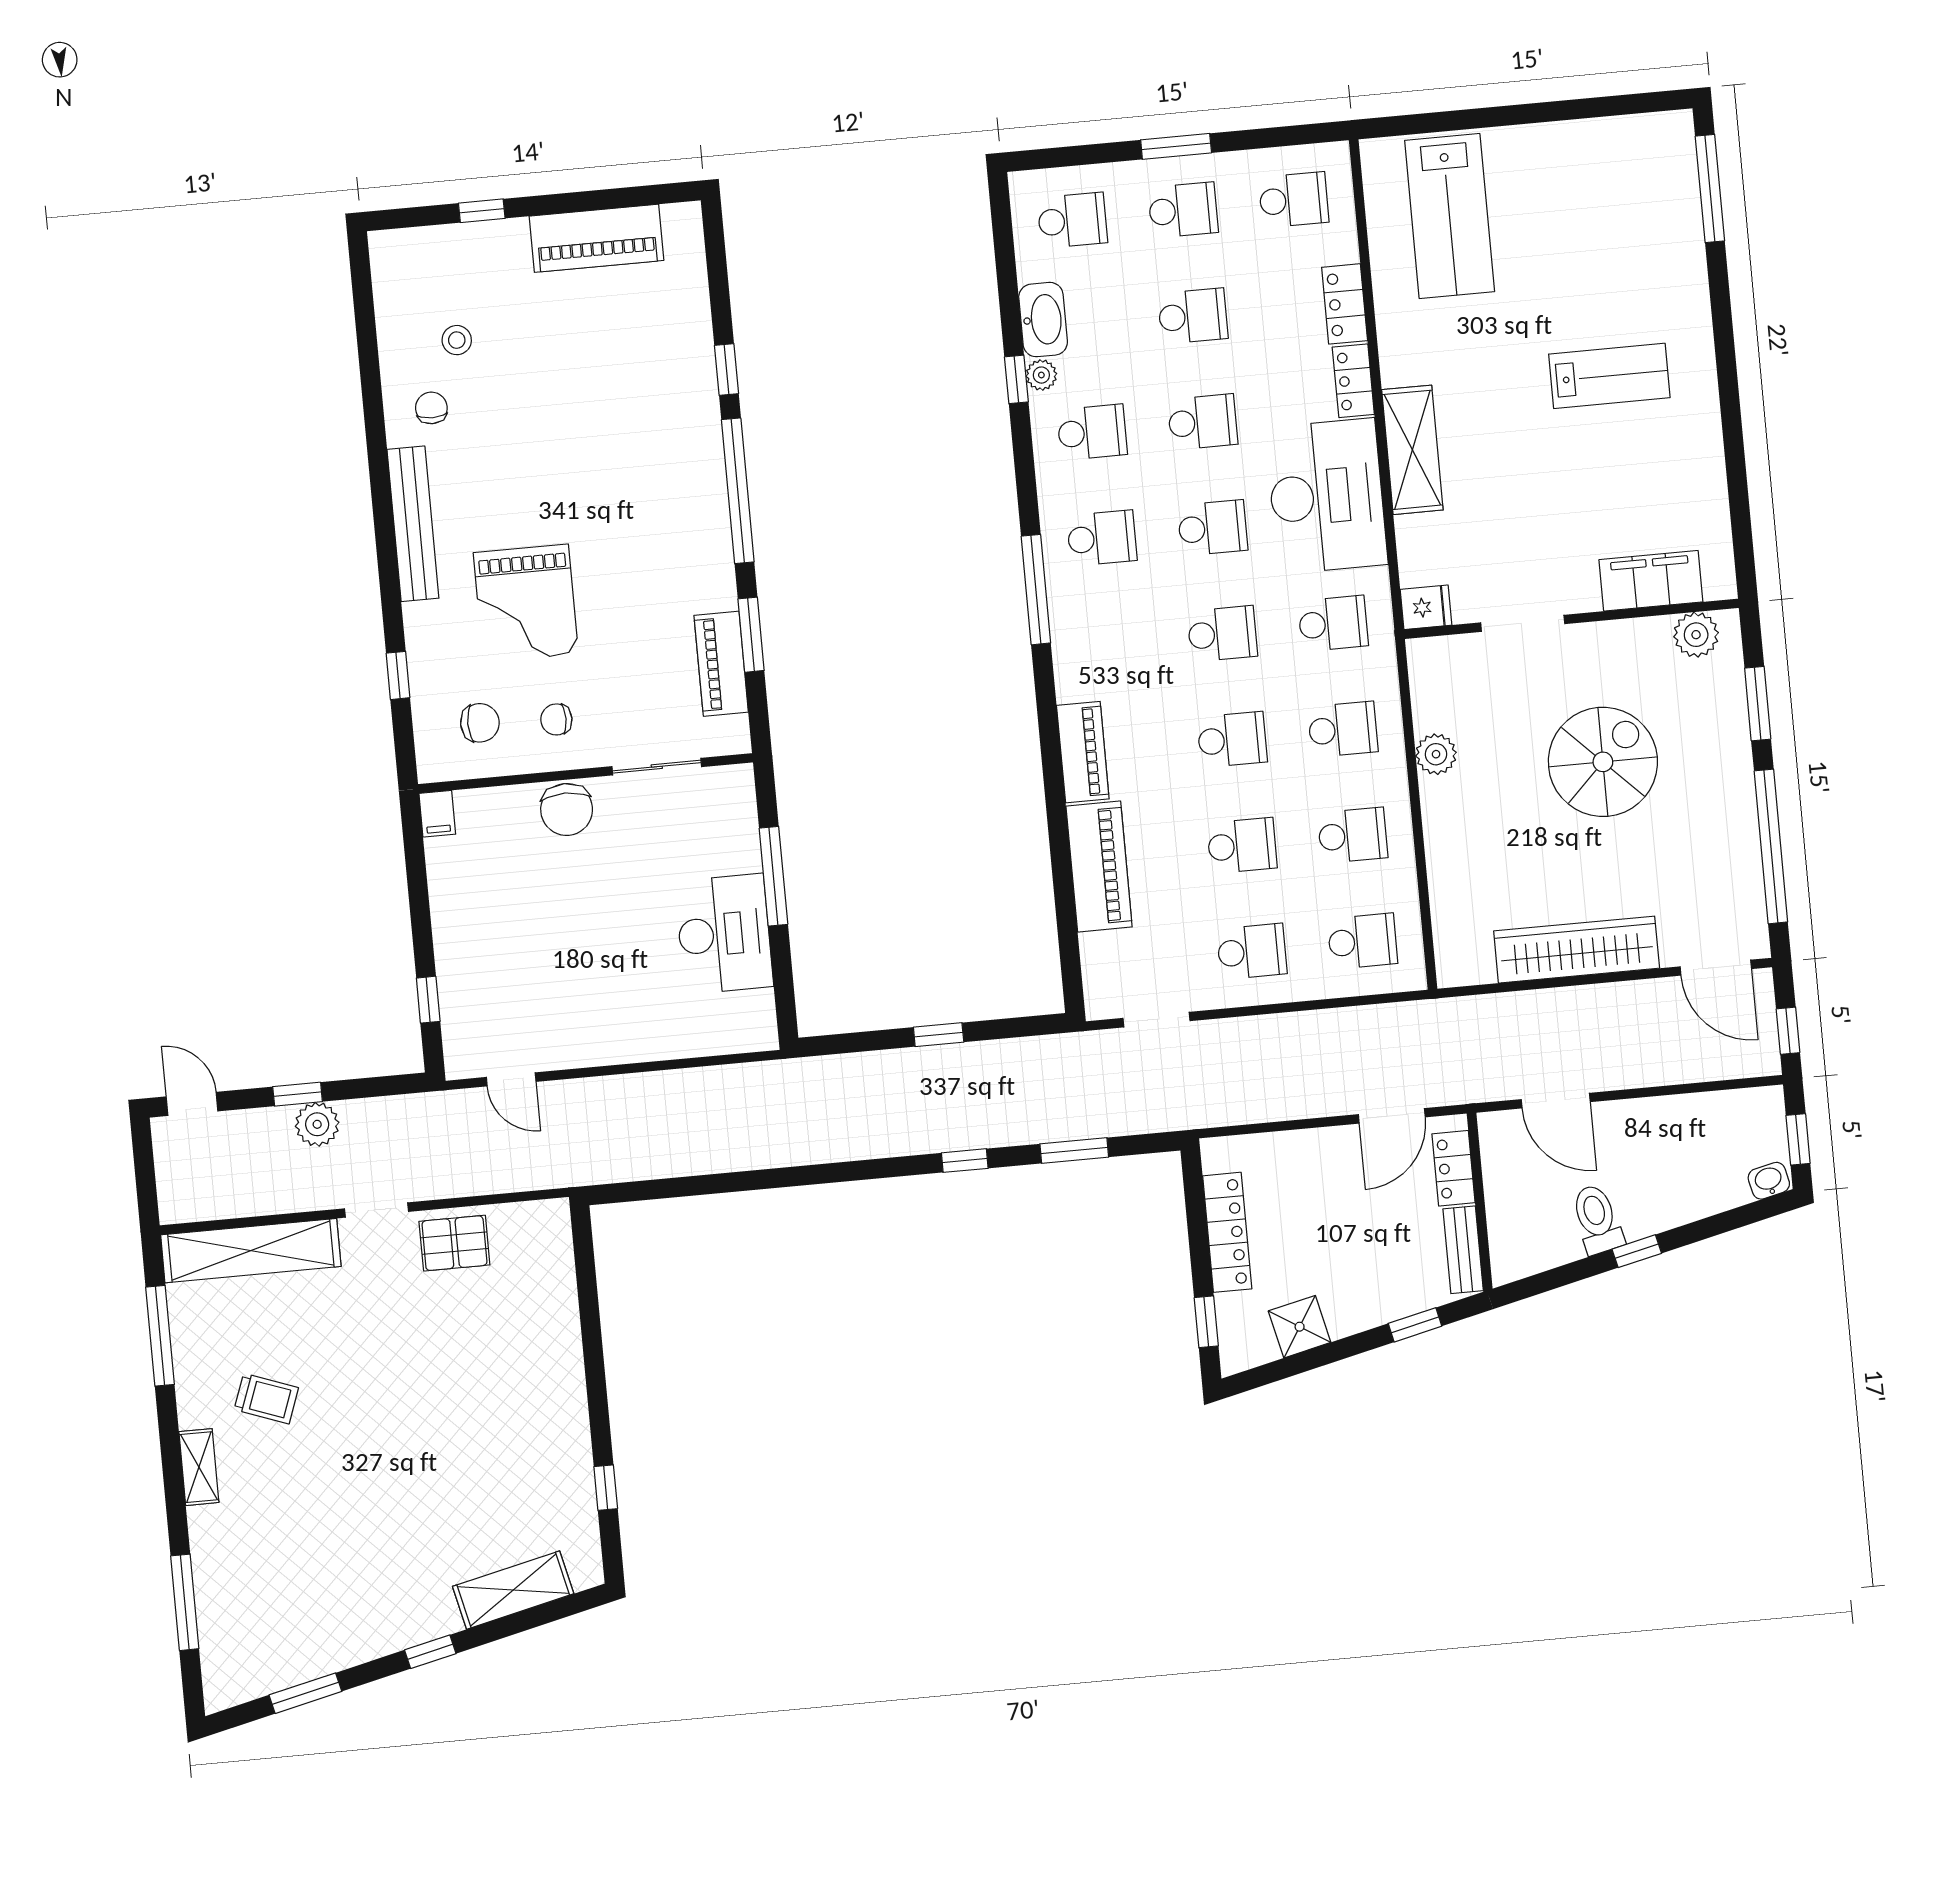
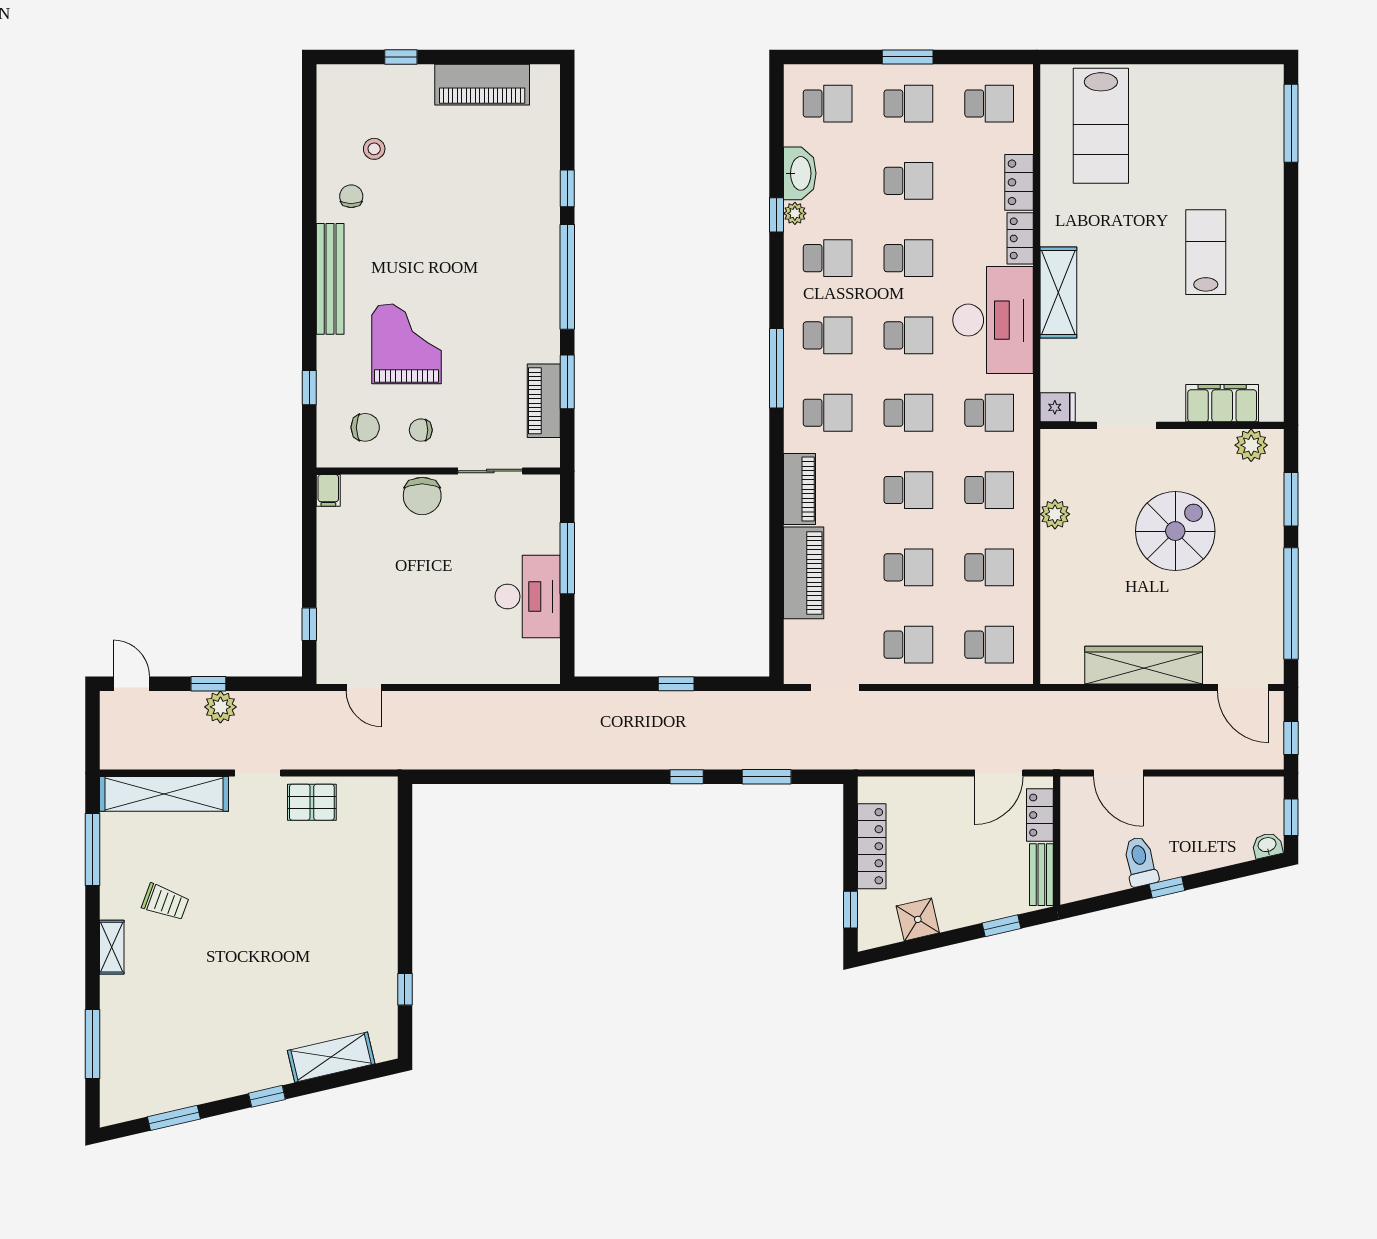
lab bench: (1609, 376) -> (1206, 252), turned -90
grand piano: (526, 603) -> (406, 344), turned 180
school desk: (1112, 644) -> (828, 413), added

